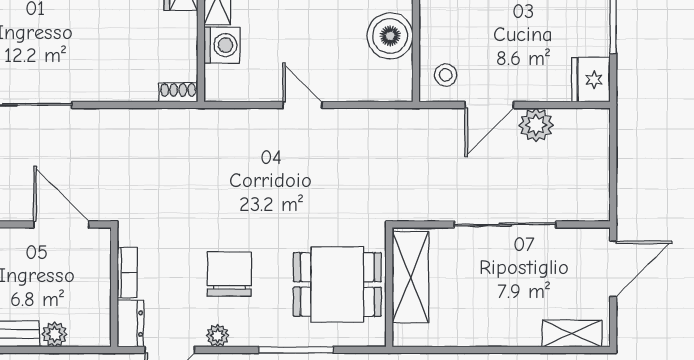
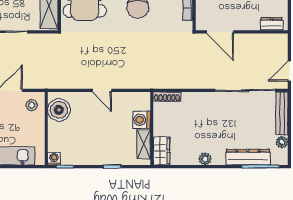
boiler: (390, 36) -> (59, 110), moved
shoe rack: (178, 92) -> (167, 97), width x1.43

